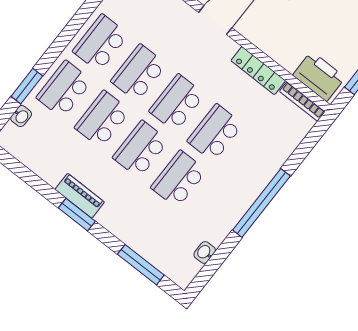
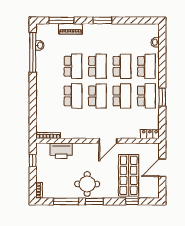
locker: (258, 71) -> (75, 134), removed
printer: (319, 76) -> (61, 151), moved
window: (27, 86) -> (162, 97), moved
piano: (80, 196) -> (71, 29), moved
window: (261, 203) -> (33, 52), moved

